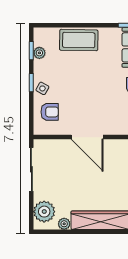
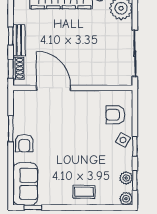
plant: (39, 33) -> (126, 199), added
coffee table: (79, 40) -> (84, 192), width x0.54, depth x0.58
door: (87, 137) -> (54, 88), moved

